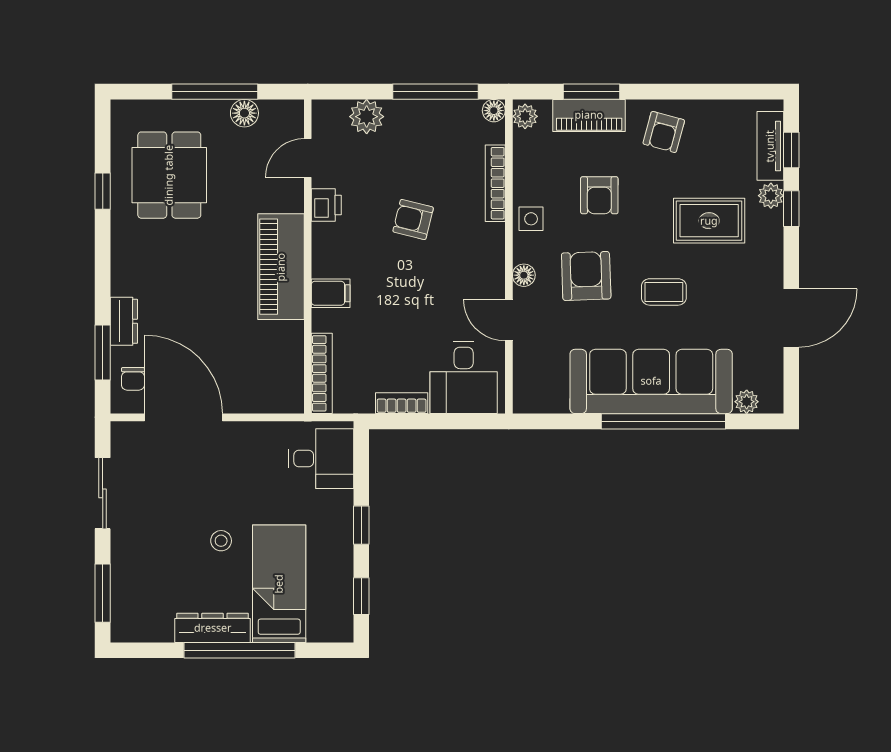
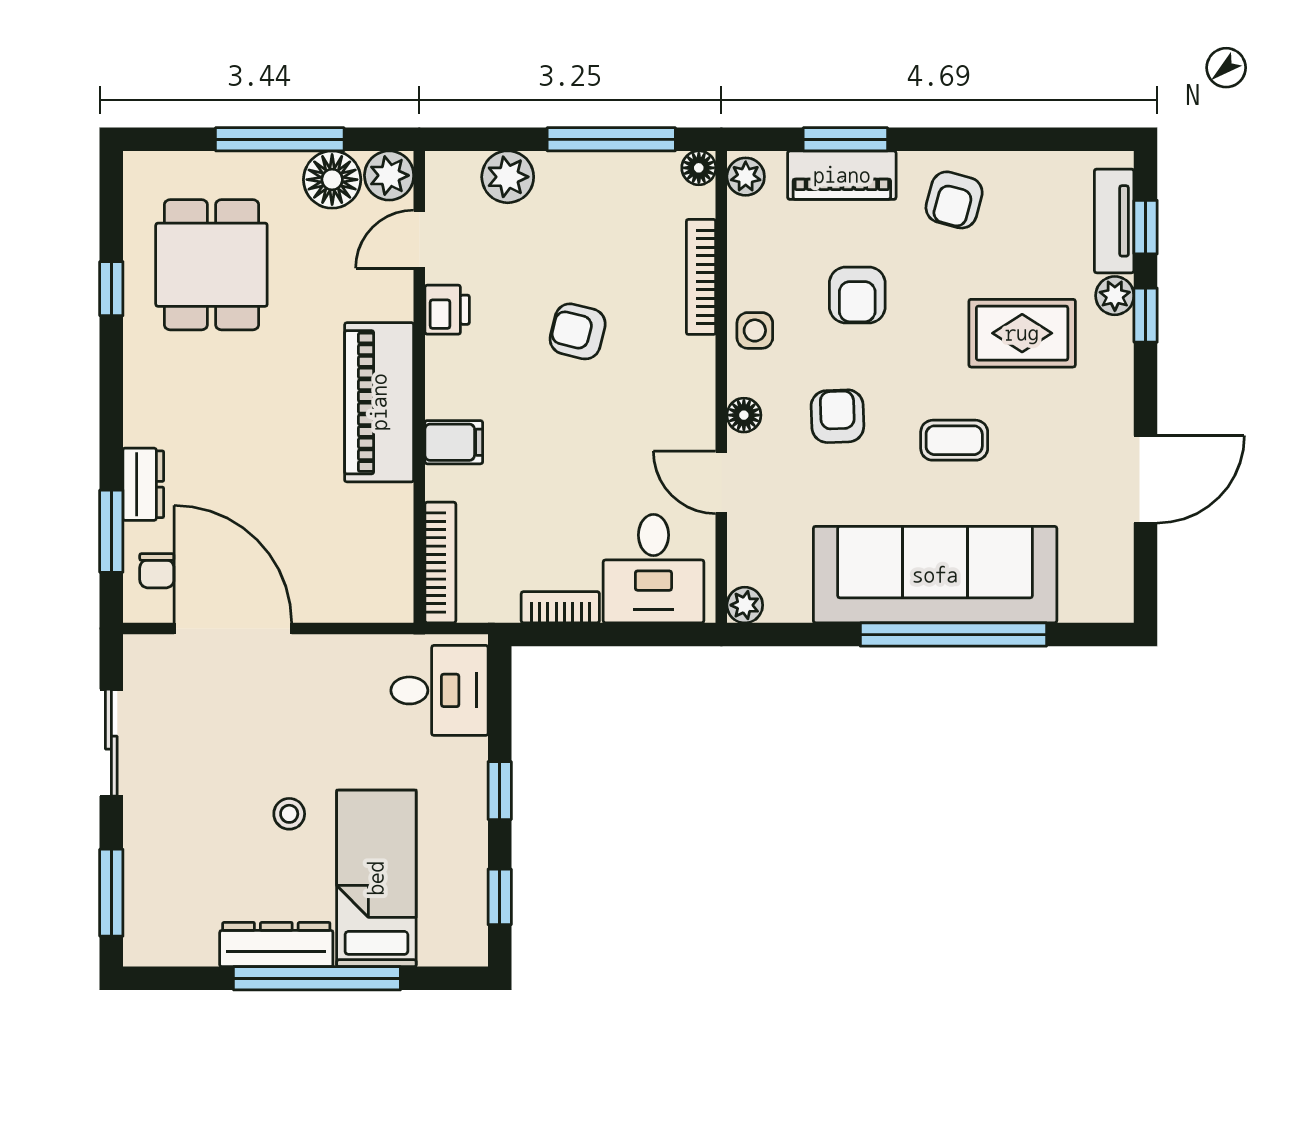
floor lamp: (244, 113) -> (332, 180), width x1.38, depth x1.38
plant: (288, 116) -> (389, 175), added
armchair: (586, 276) -> (837, 416), width x0.72, depth x0.72
plant: (747, 402) -> (745, 605), moved

